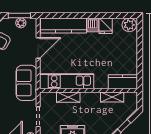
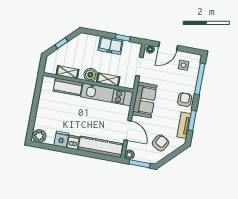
plant: (21, 23) -> (129, 155), moved
door: (38, 48) -> (128, 130), swing flipped
kitchen counter: (123, 82) -> (68, 87), moved
boiler: (88, 99) -> (90, 75), added

